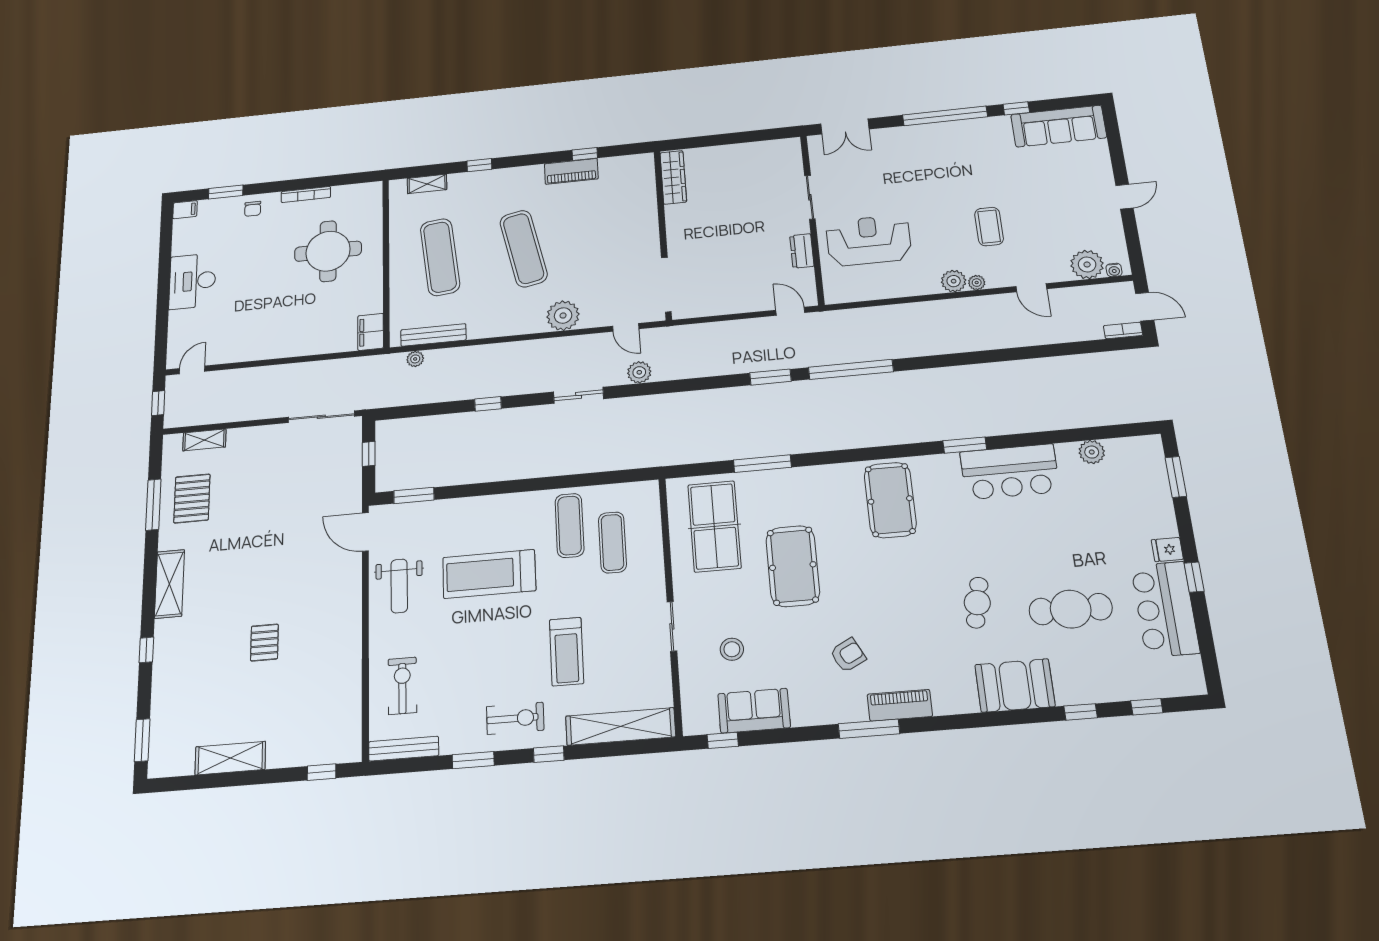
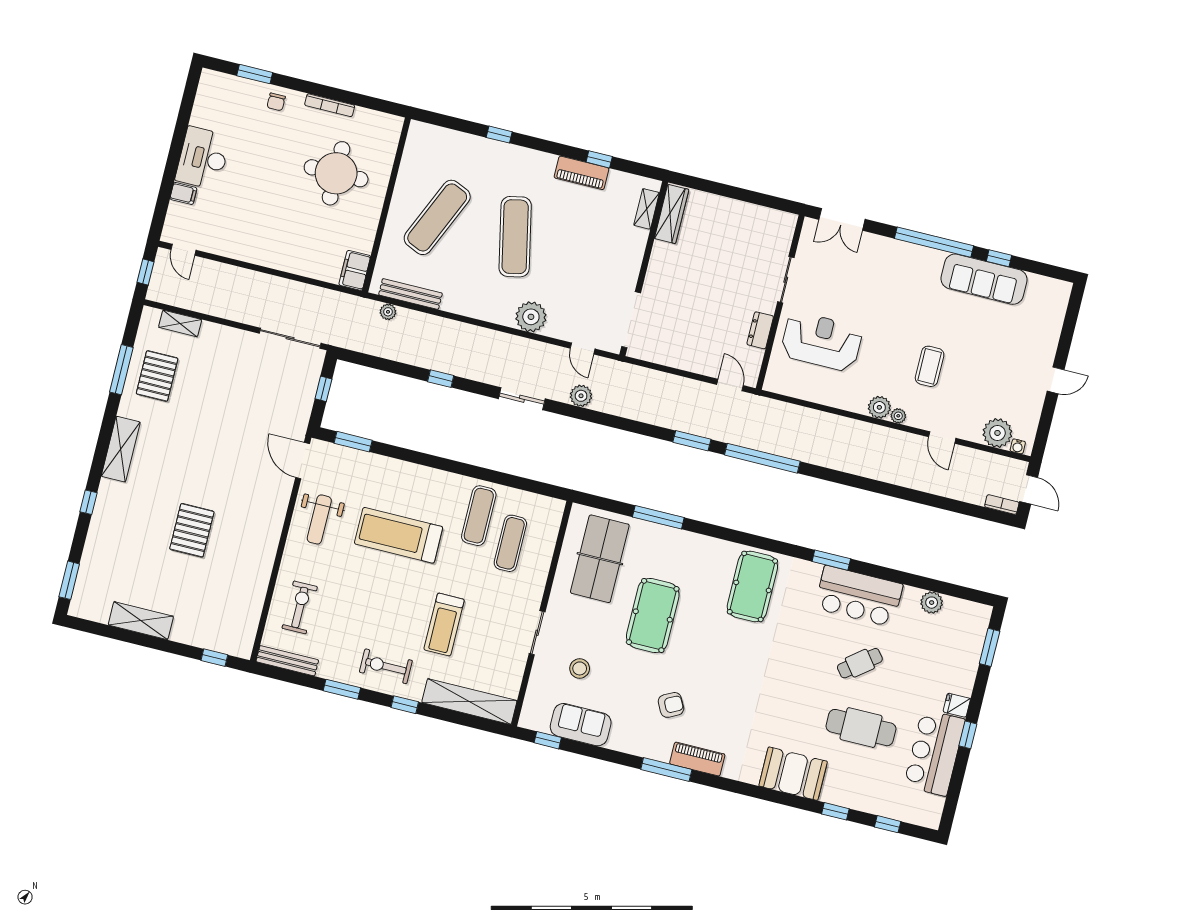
sofa: (1059, 126) -> (984, 279), moved
shelving: (427, 184) -> (647, 209), moved, turned 90
filing cabinet: (185, 210) -> (183, 193), moved
exercise mat: (440, 257) -> (437, 217), turned 30
door: (192, 370) -> (183, 250), swing flipped
cafe table: (977, 603) -> (860, 663), moved, turned 40
pallet: (264, 643) -> (192, 530), width x1.50, depth x1.42
exercise bike: (515, 718) -> (386, 666), turned 180

